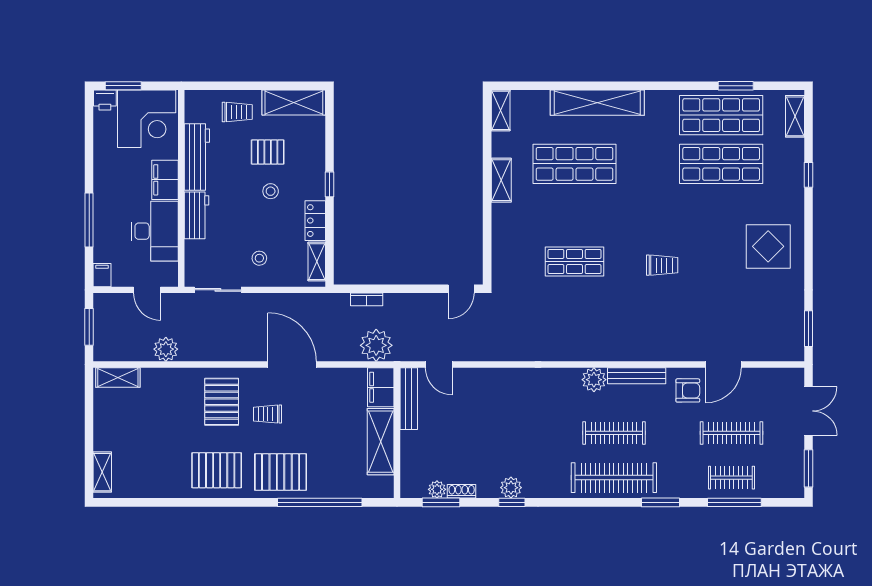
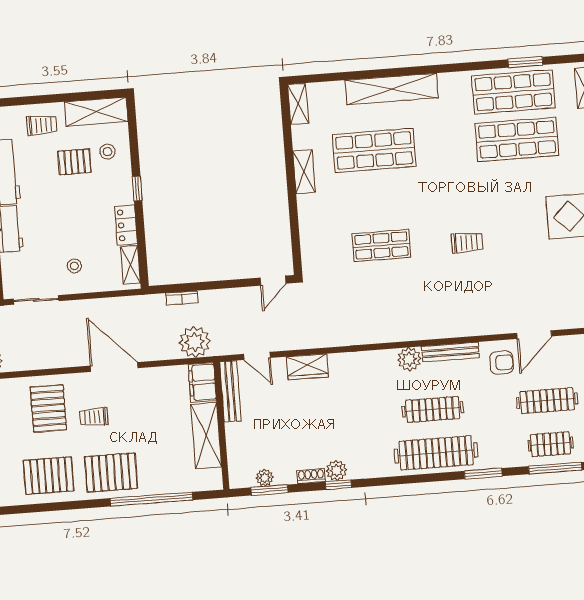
stool: (271, 191) -> (108, 152), moved
wardrobe: (489, 380) -> (307, 367), added
shoe rack: (462, 491) -> (311, 476), moved

